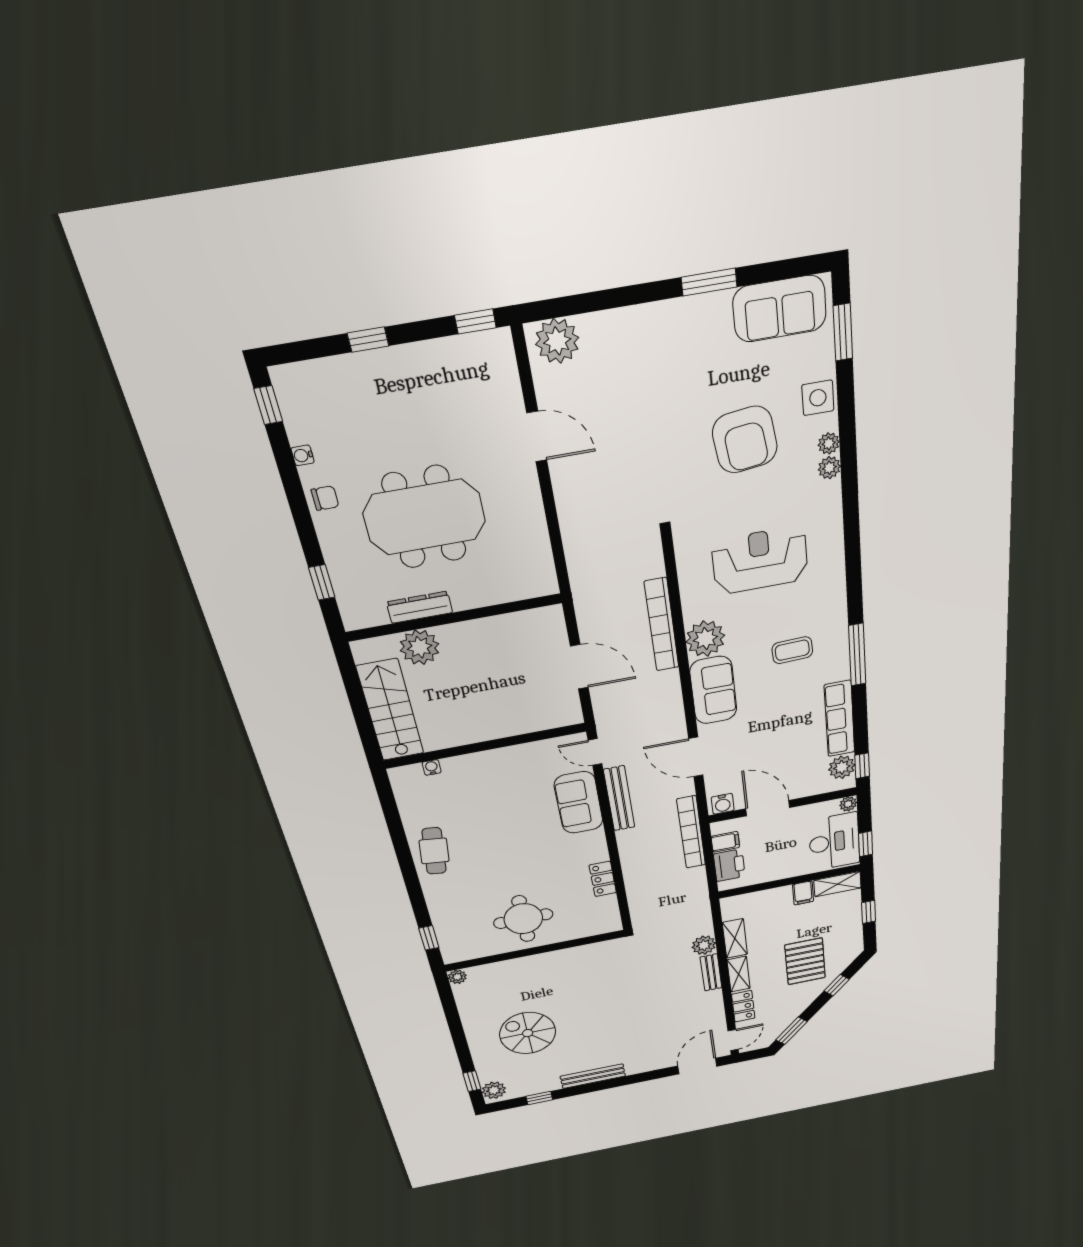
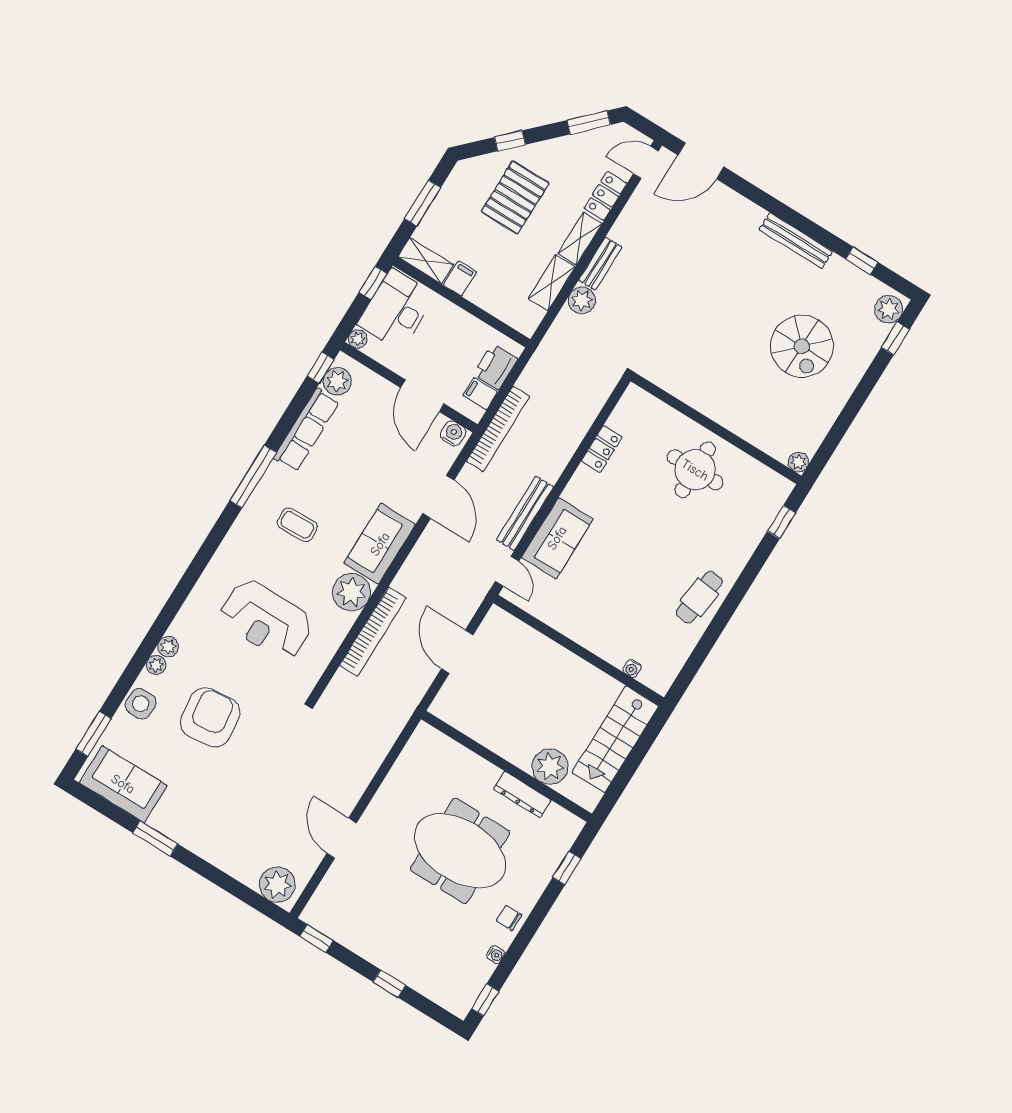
window: (869, 912) -> (423, 203), width x1.50

